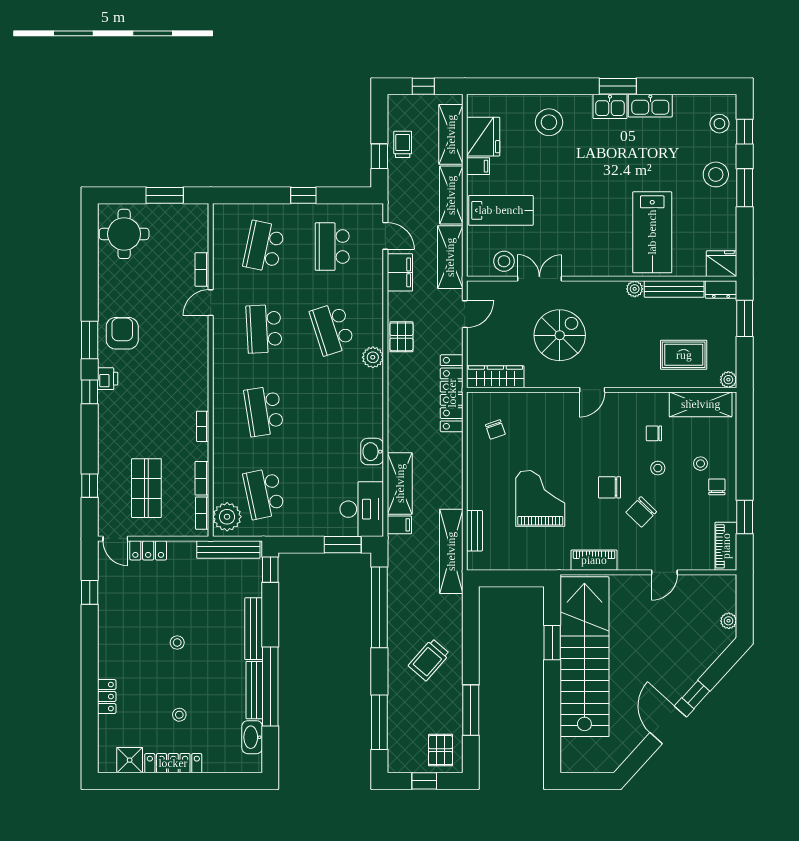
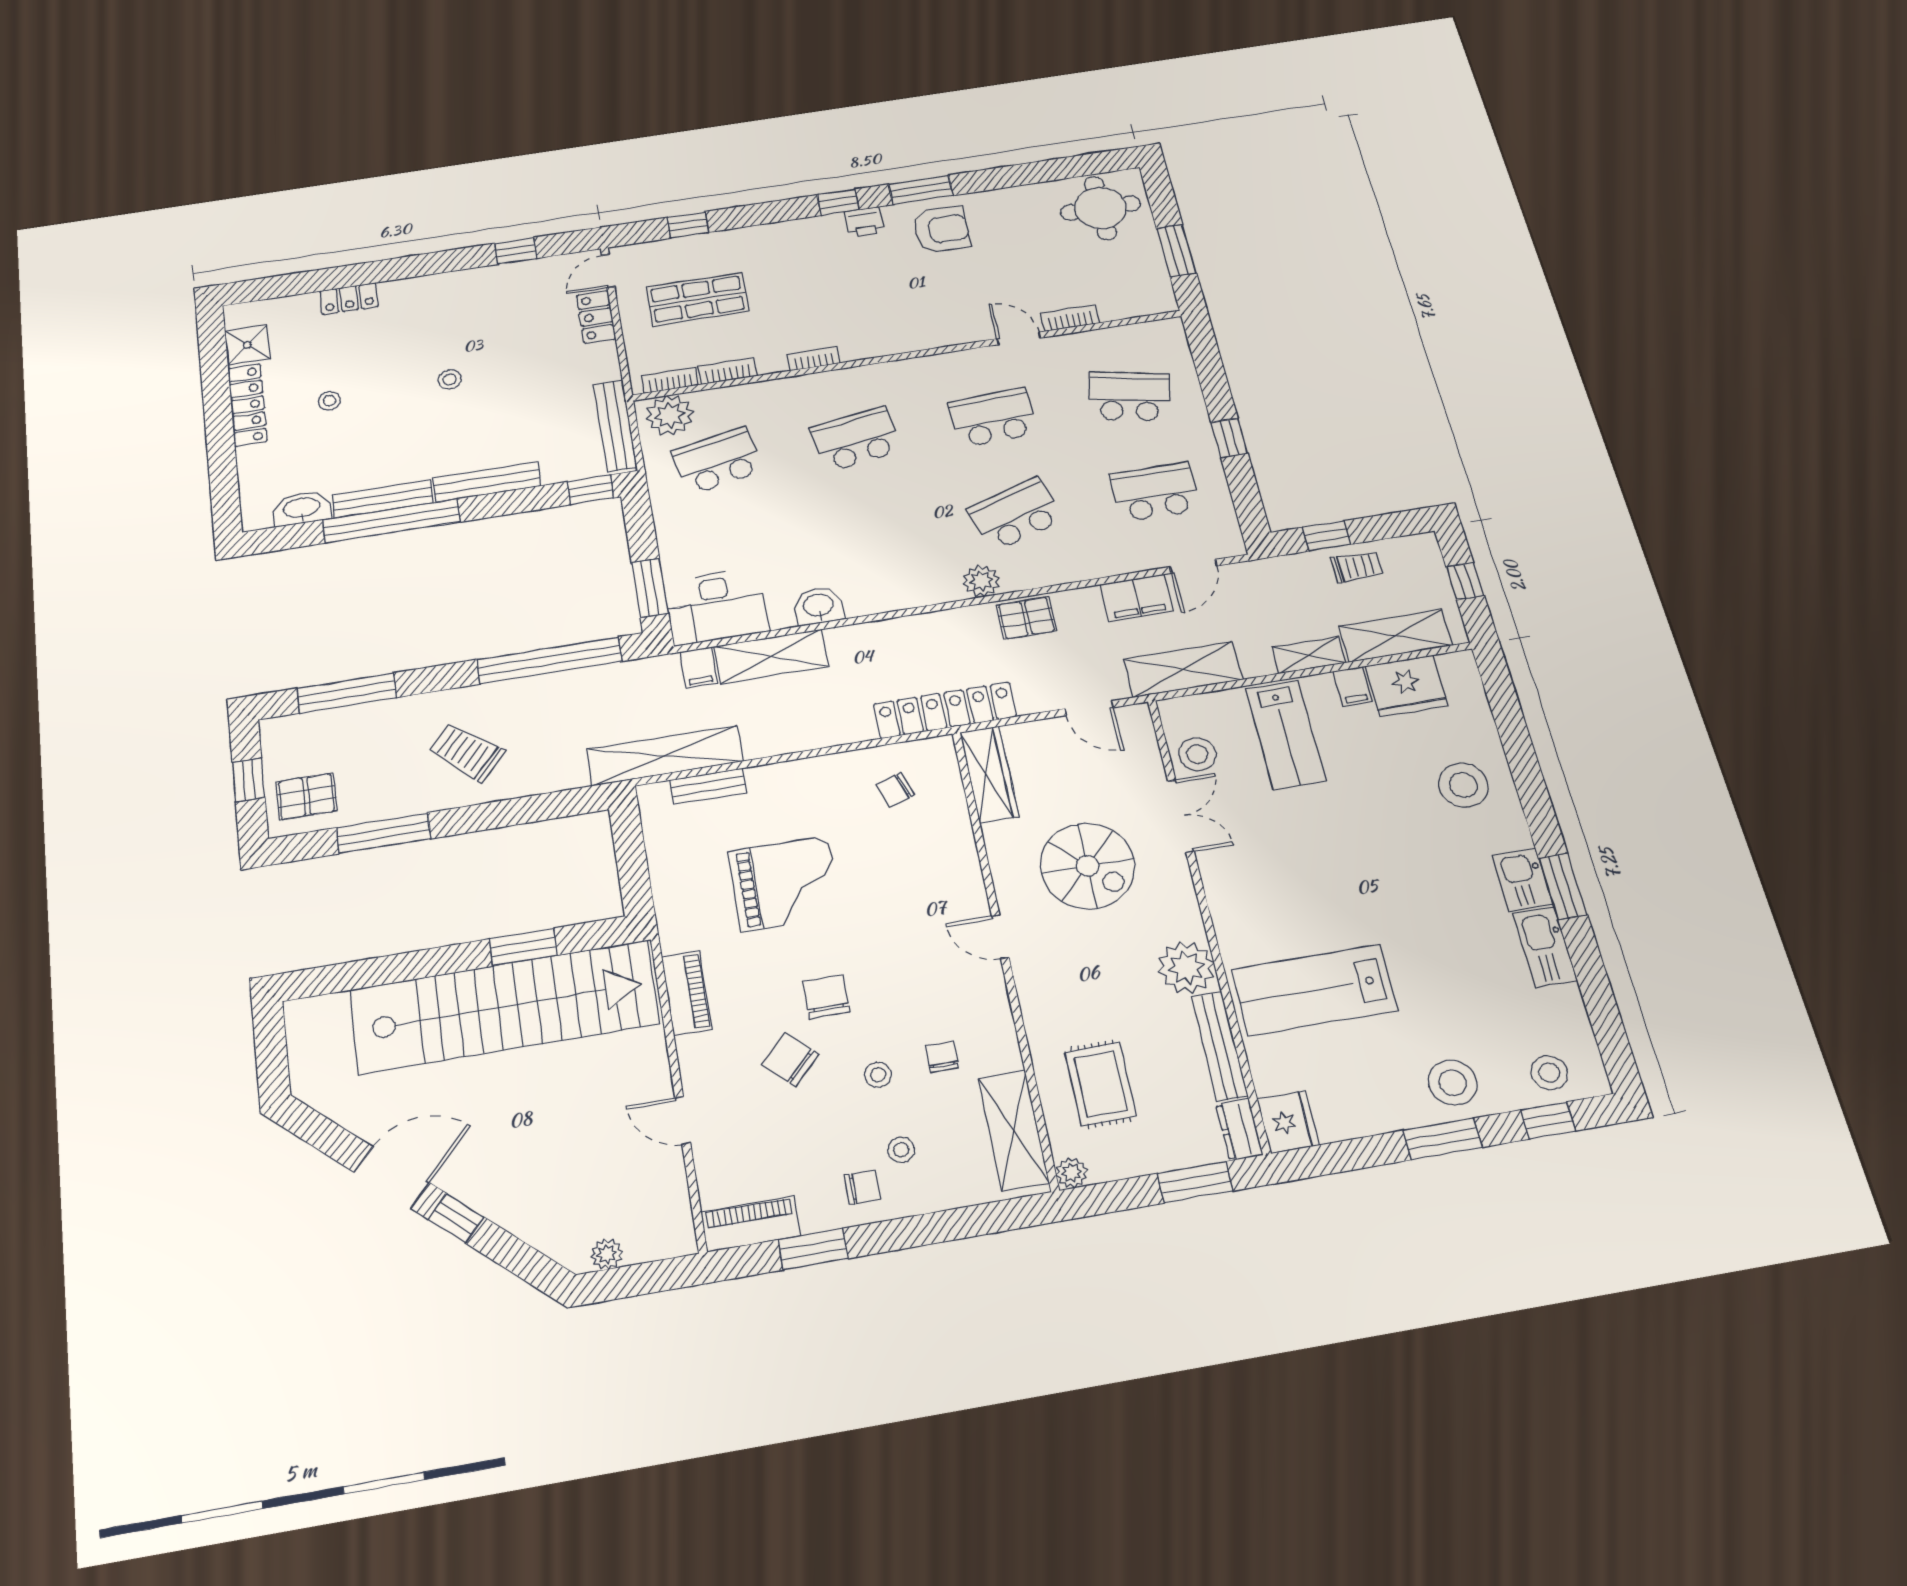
shelving: (451, 195) -> (1309, 655), width x0.67, depth x0.75
plant: (635, 289) -> (1186, 967), width x1.87, depth x1.87

